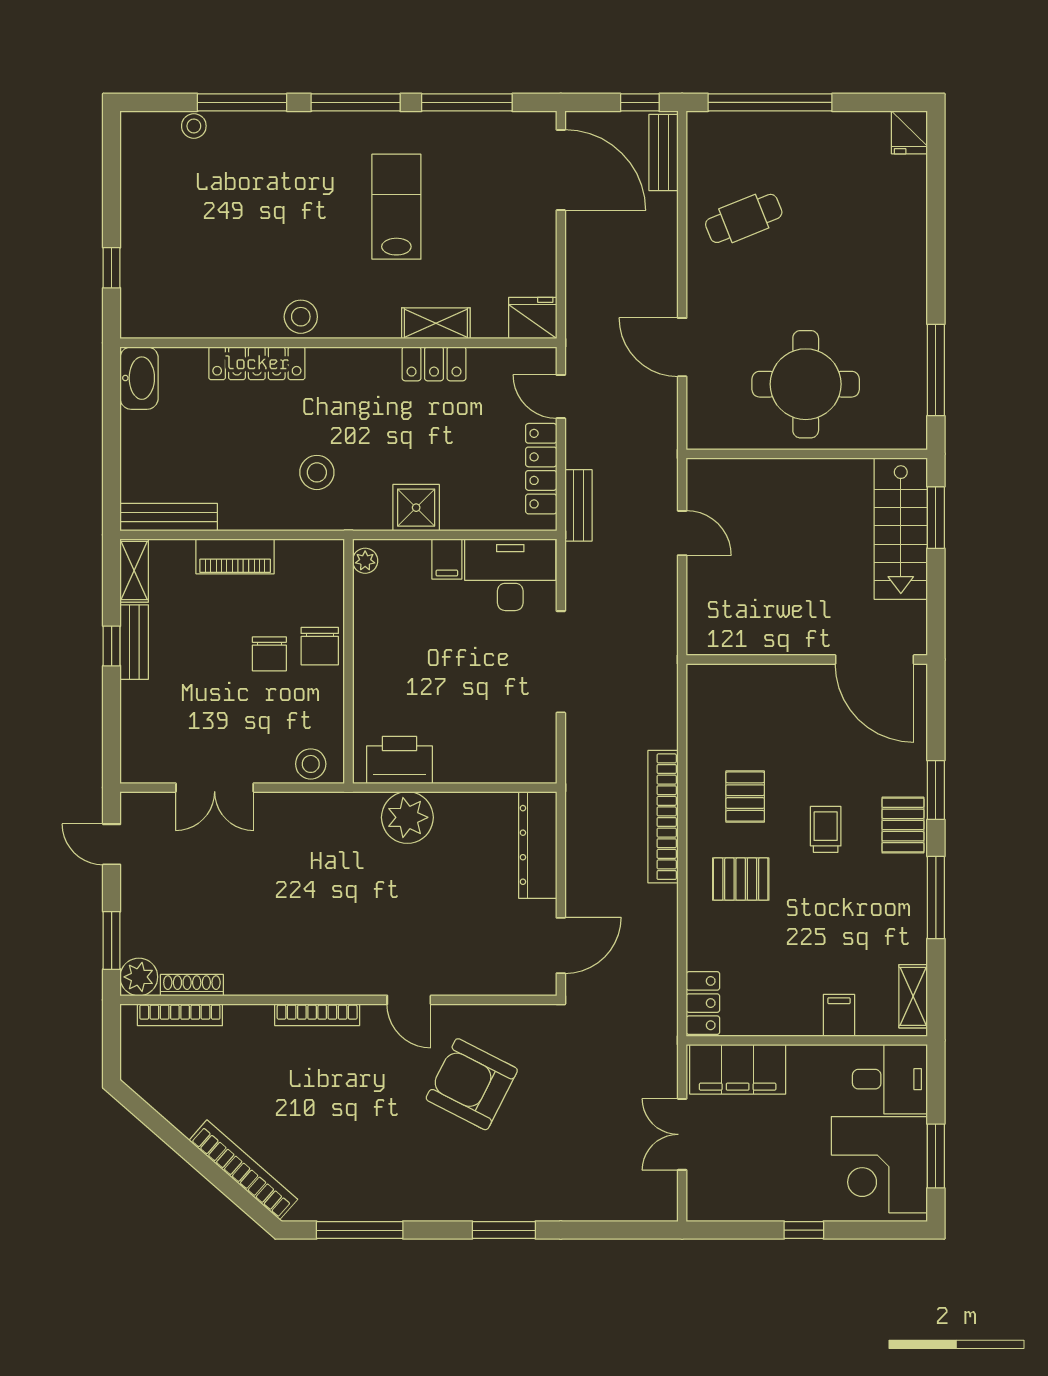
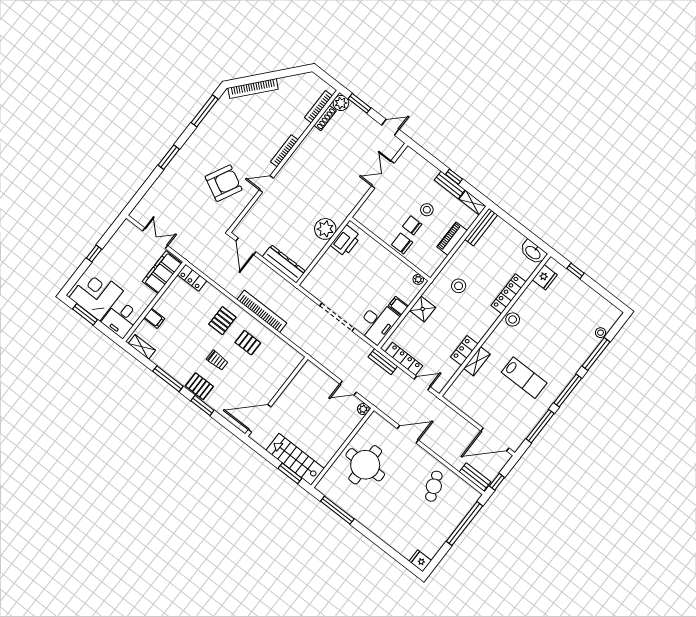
fridge: (533, 318) -> (545, 277), moved
plant: (700, 472) -> (363, 409), added
stool: (311, 764) -> (427, 210), moved

